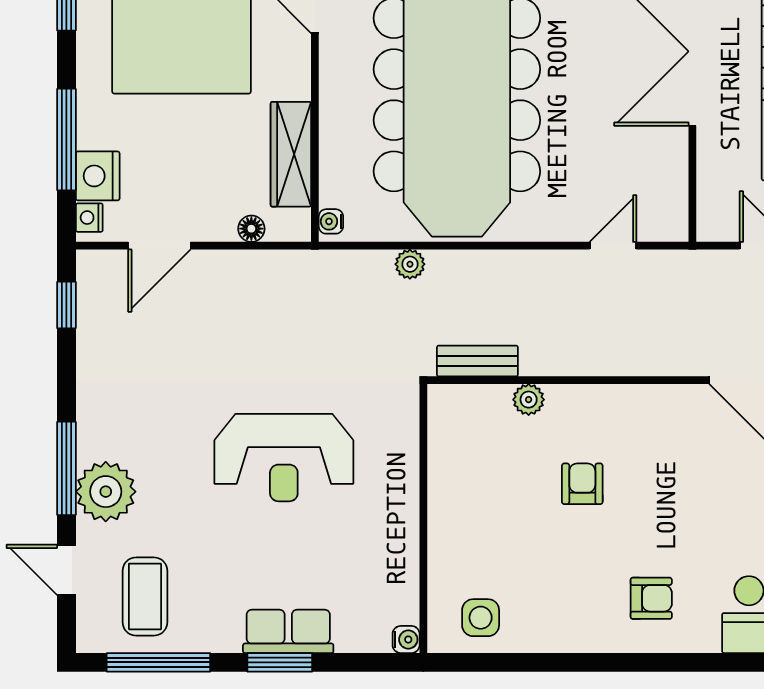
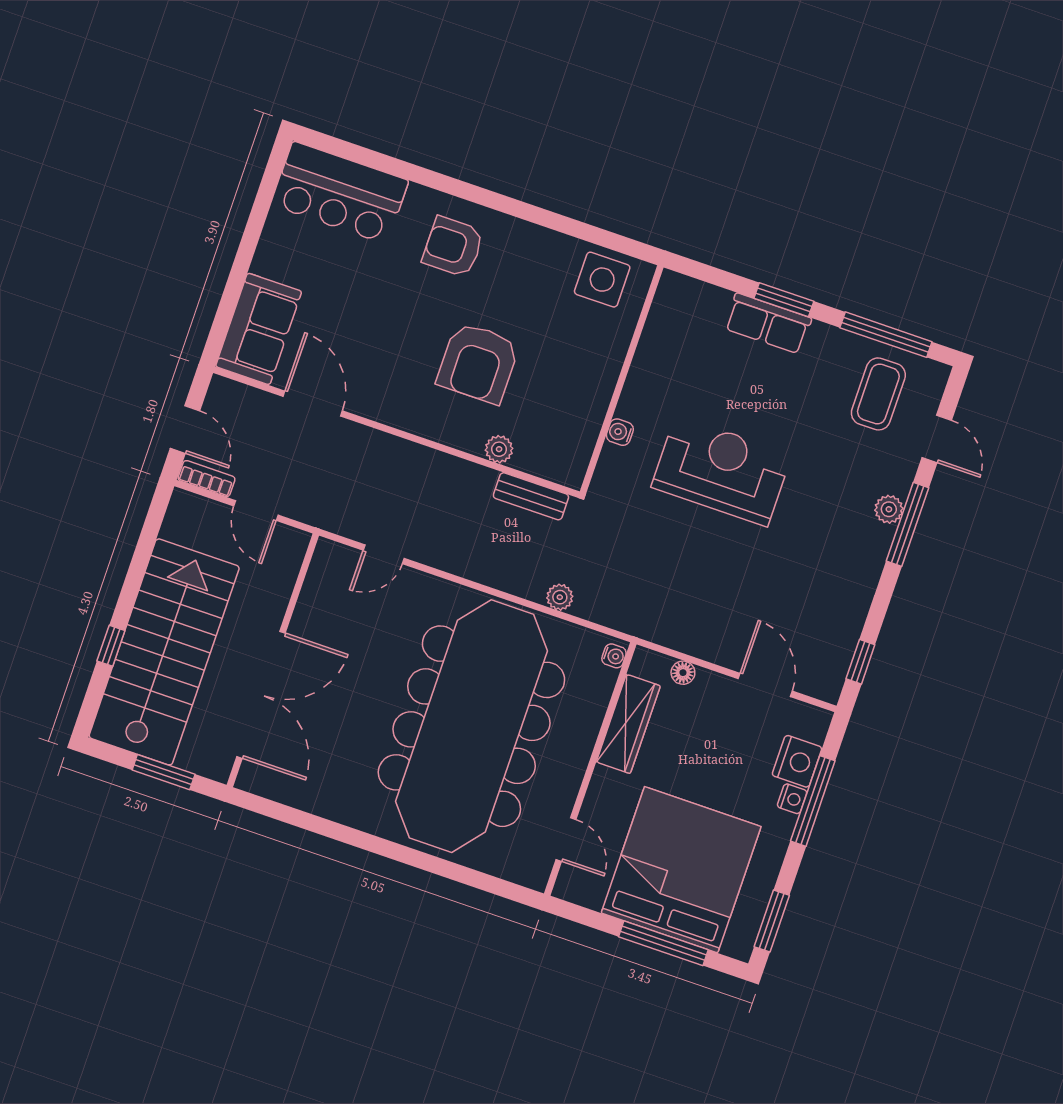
nightstand: (89, 218) -> (792, 799), moved
door: (159, 246) -> (765, 685), hinge flipped
armchair: (582, 484) -> (478, 363), width x1.88, depth x1.88
plant: (106, 492) -> (889, 509), width x0.53, depth x0.53
armchair: (651, 598) -> (453, 247), width x1.38, depth x1.38
side table: (481, 618) -> (602, 280), width x1.37, depth x1.37
water cooler: (406, 640) -> (620, 432), moved

